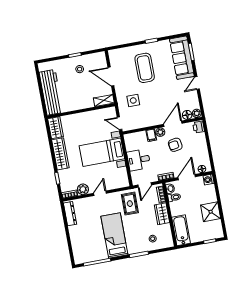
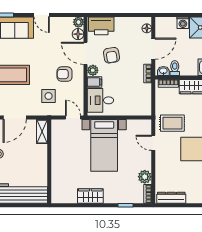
armchair: (153, 110) -> (65, 74), added
door: (120, 123) -> (73, 118), swing flipped
printer: (199, 127) -> (101, 26), width x1.87, depth x1.48
wardrobe: (56, 128) -> (64, 196), removed
wardrobe: (60, 154) -> (90, 196), width x0.67
desk: (139, 160) -> (100, 100), moved, turned 90
door: (187, 177) -> (153, 49), swing flipped
washing machine: (209, 180) -> (183, 23), moved
door: (145, 185) -> (153, 101), removed
door: (100, 193) -> (153, 143), moved

